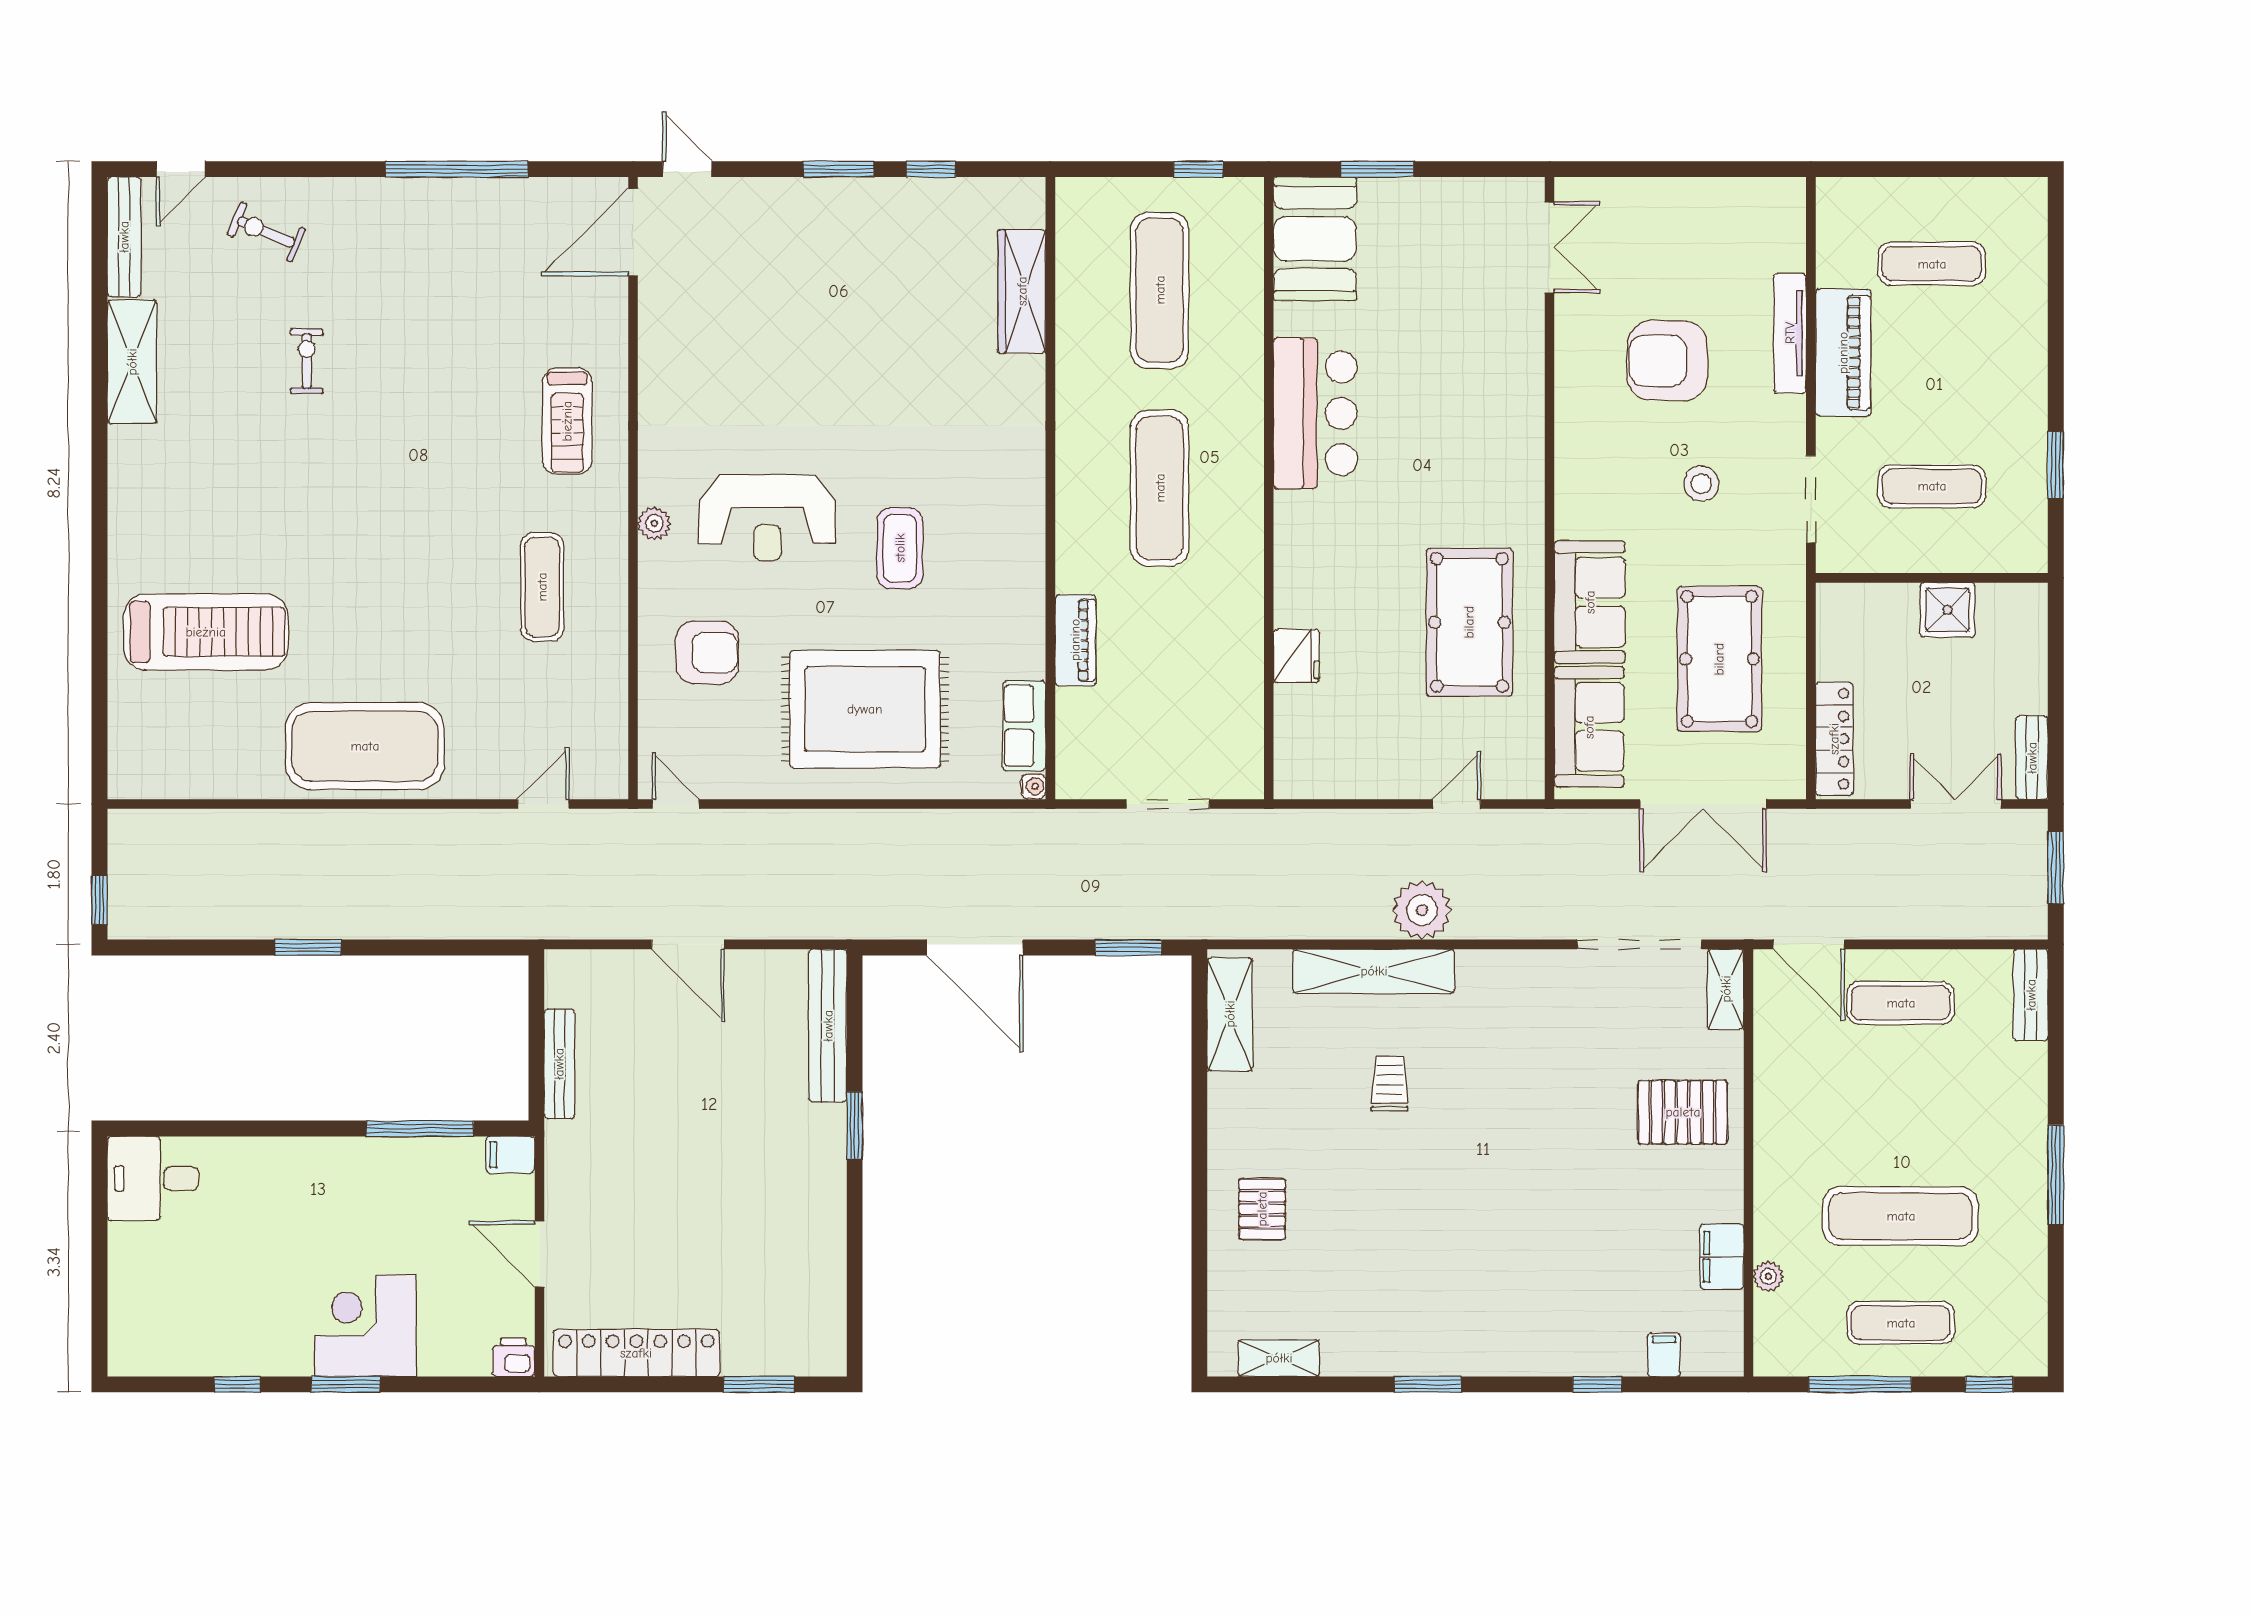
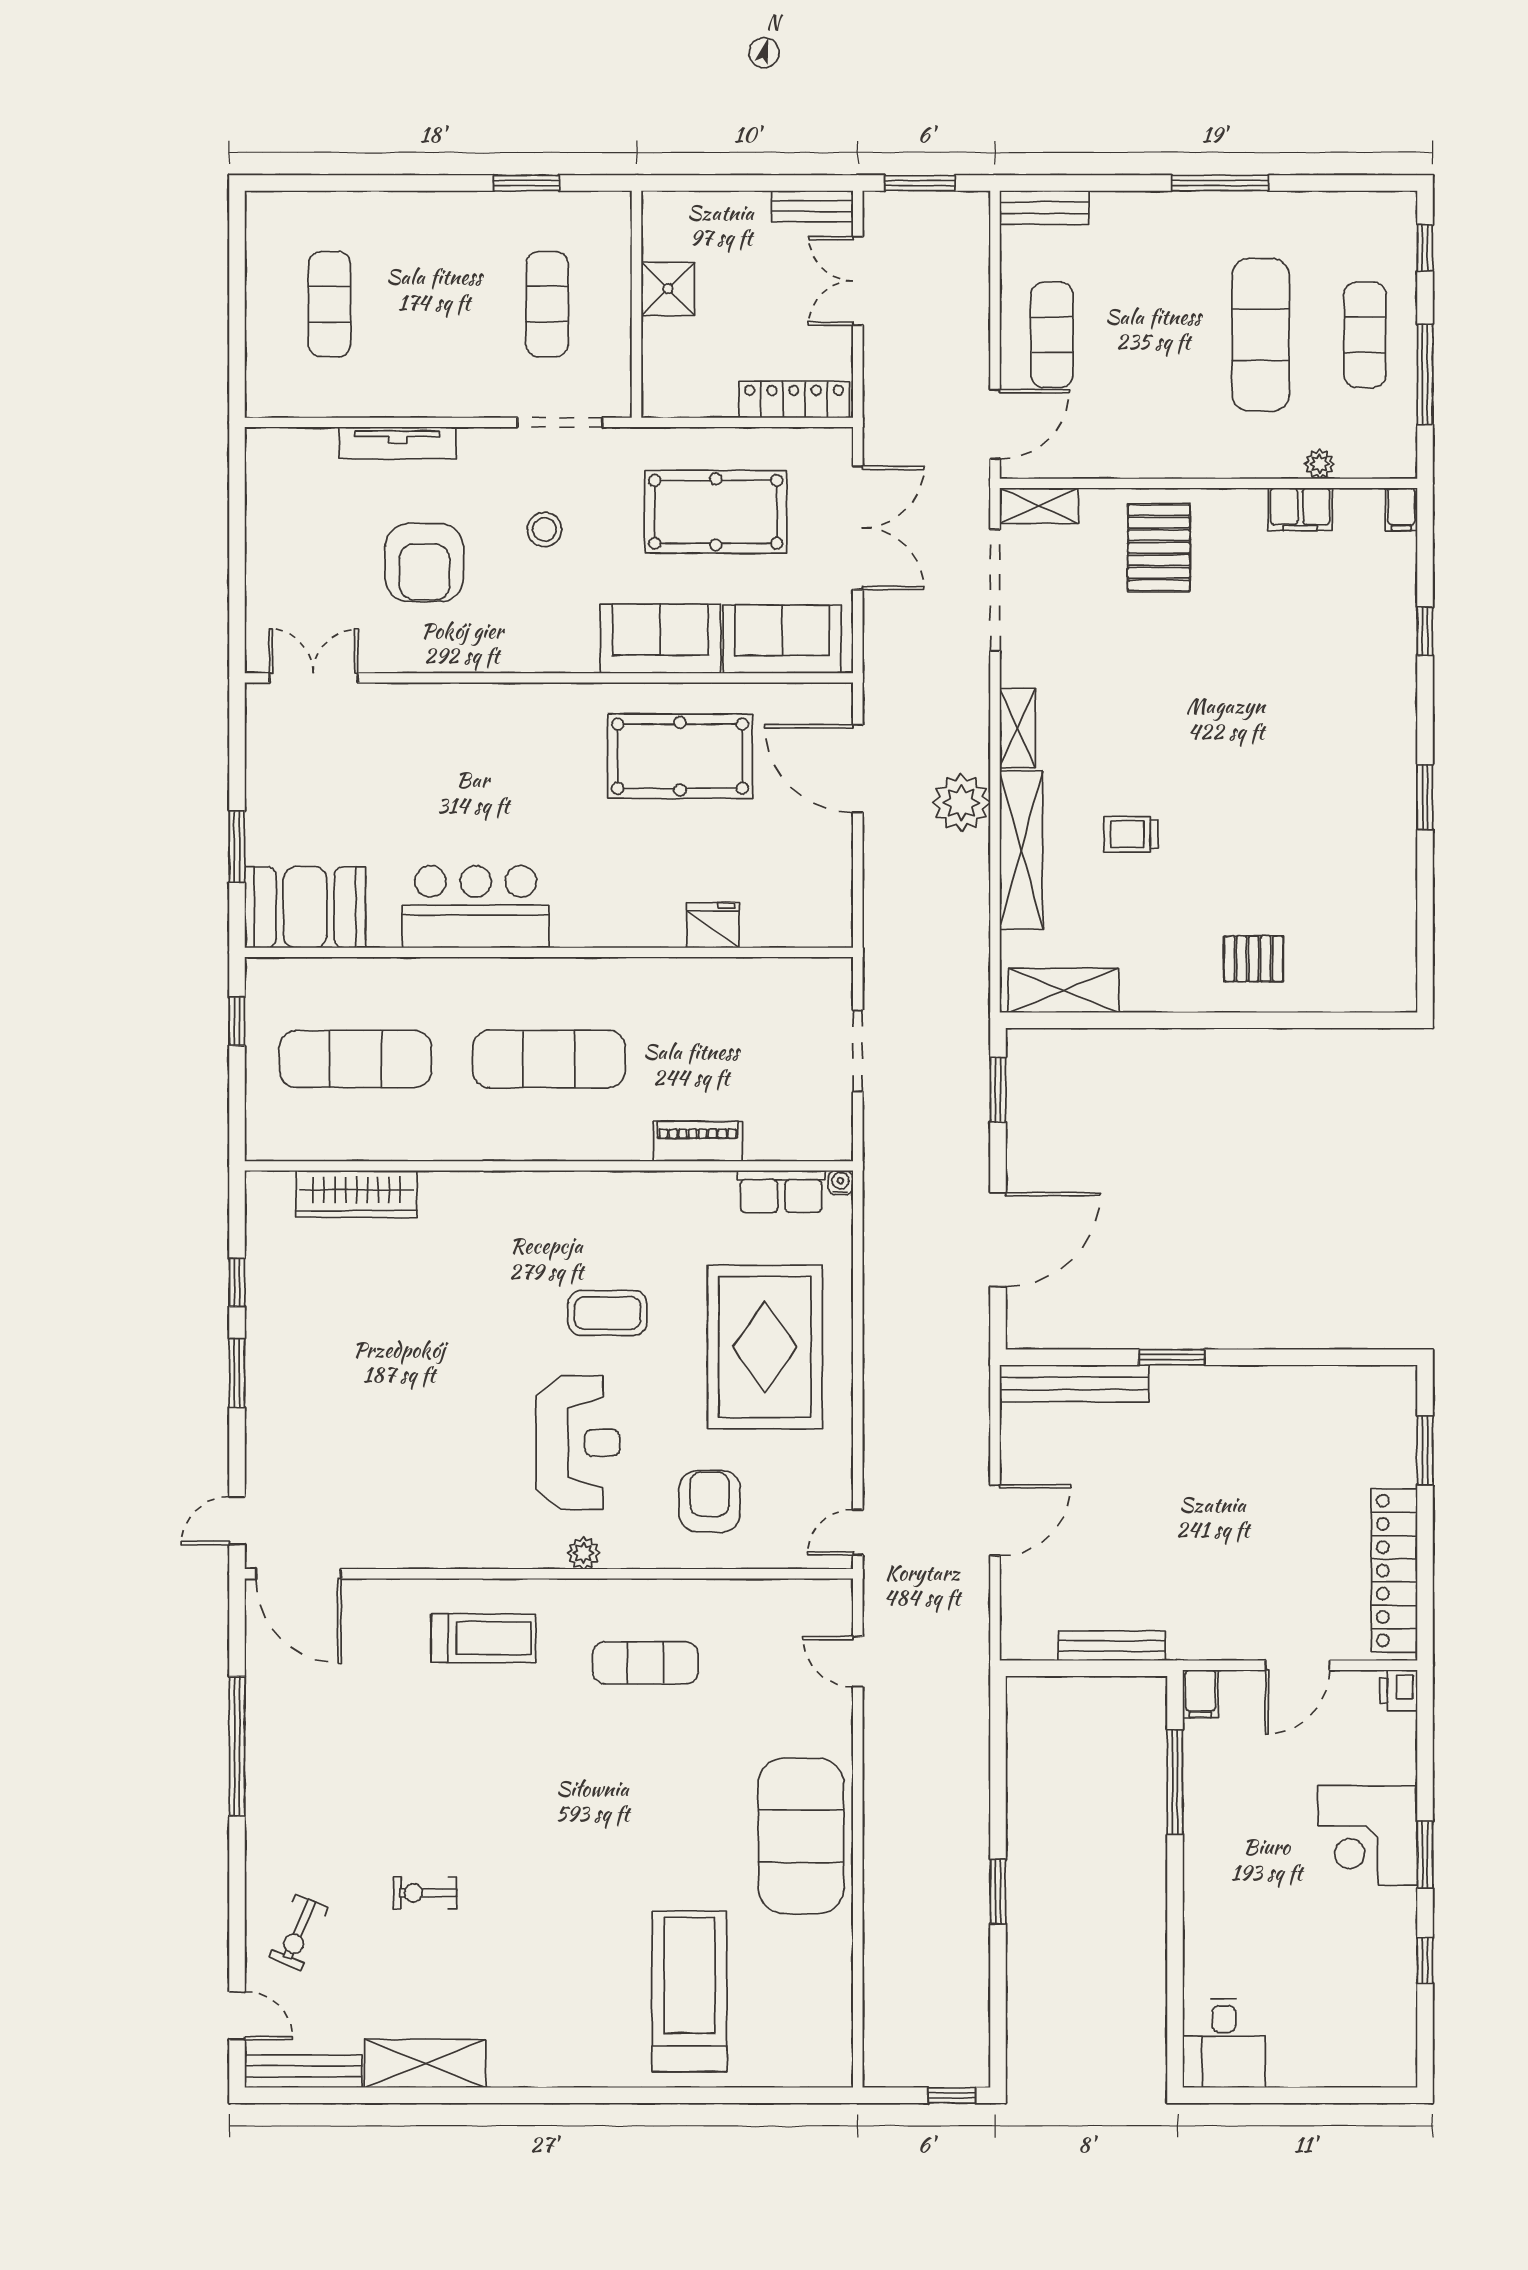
piano: (1843, 353) -> (416, 391), removed
door: (1457, 804) -> (858, 769), width x1.88
filing cabinet: (1664, 1355) -> (1401, 509), moved, turned -90
shelving: (1279, 1358) -> (1017, 728), moved

